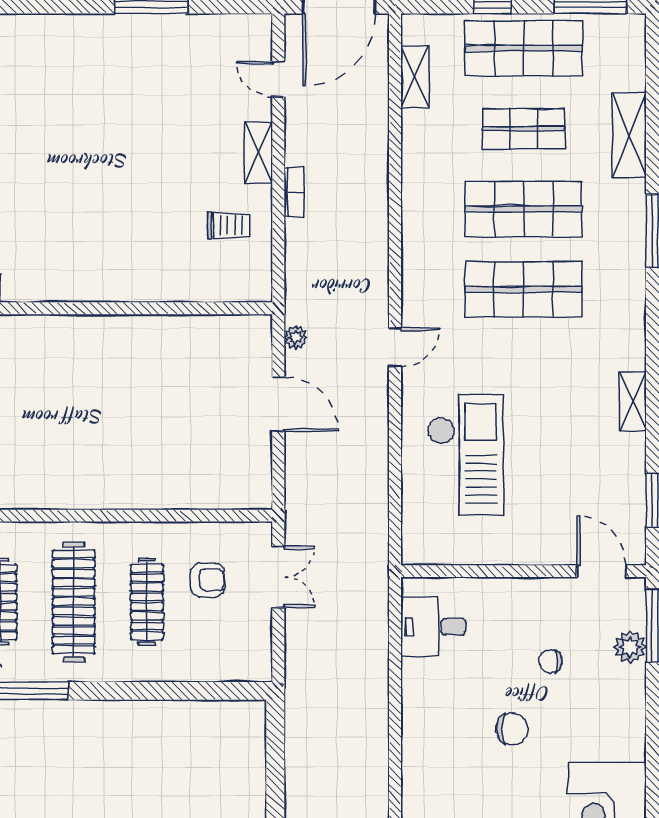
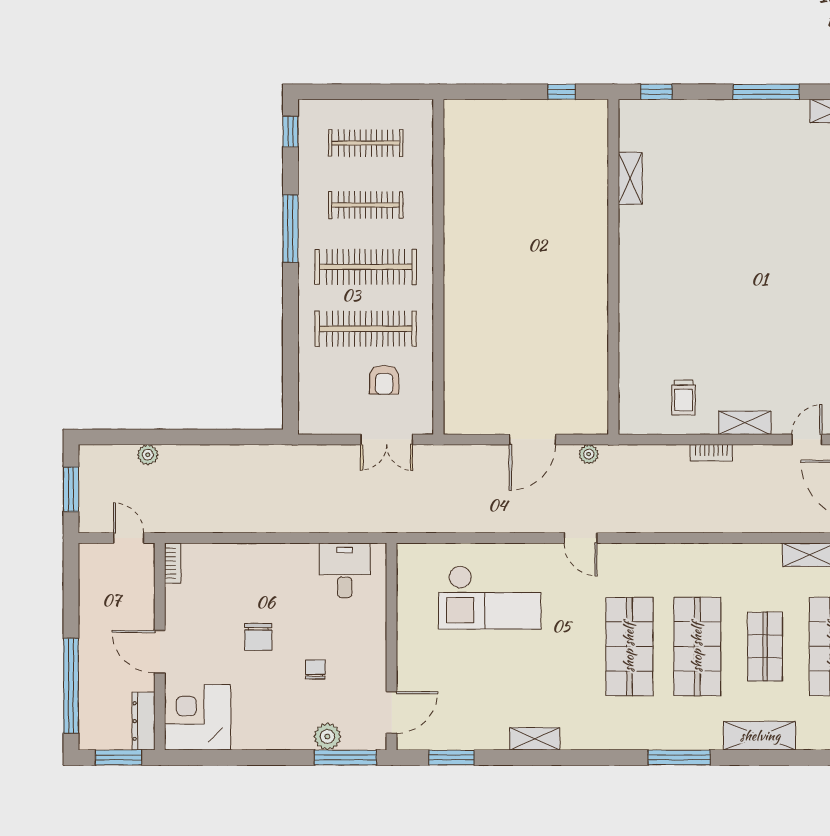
clothes rail: (147, 602) -> (366, 329), width x1.37, depth x1.31

